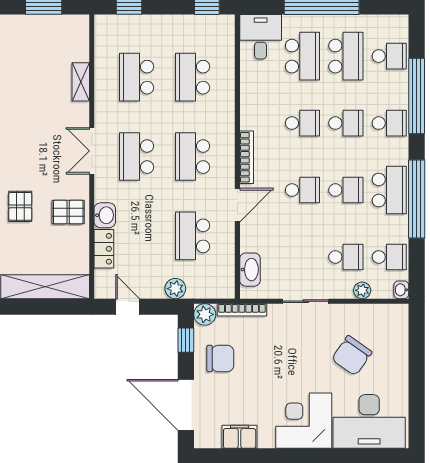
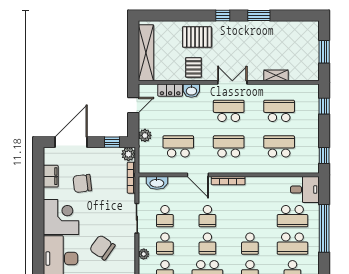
school desk: (302, 123) -> (165, 216), moved
pallet: (20, 206) -> (197, 37), width x1.50, depth x1.42
chair: (220, 358) -> (82, 183), moved, turned 83

